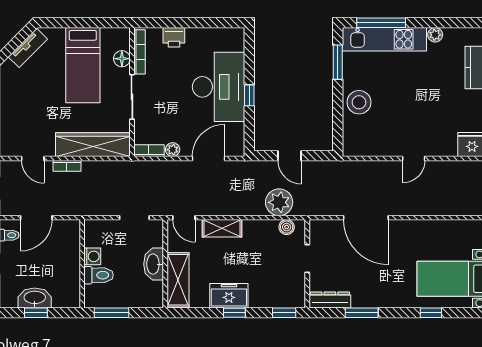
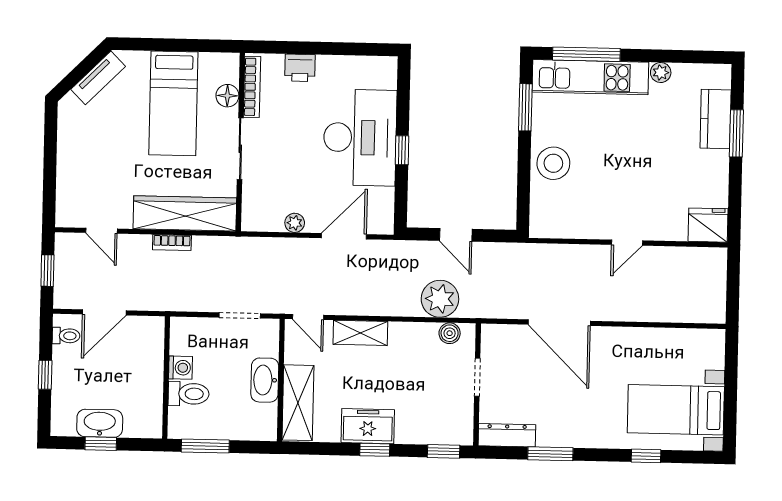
bookcase: (149, 151) -> (262, 223), removed
bookcase: (67, 166) -> (172, 243), moved

